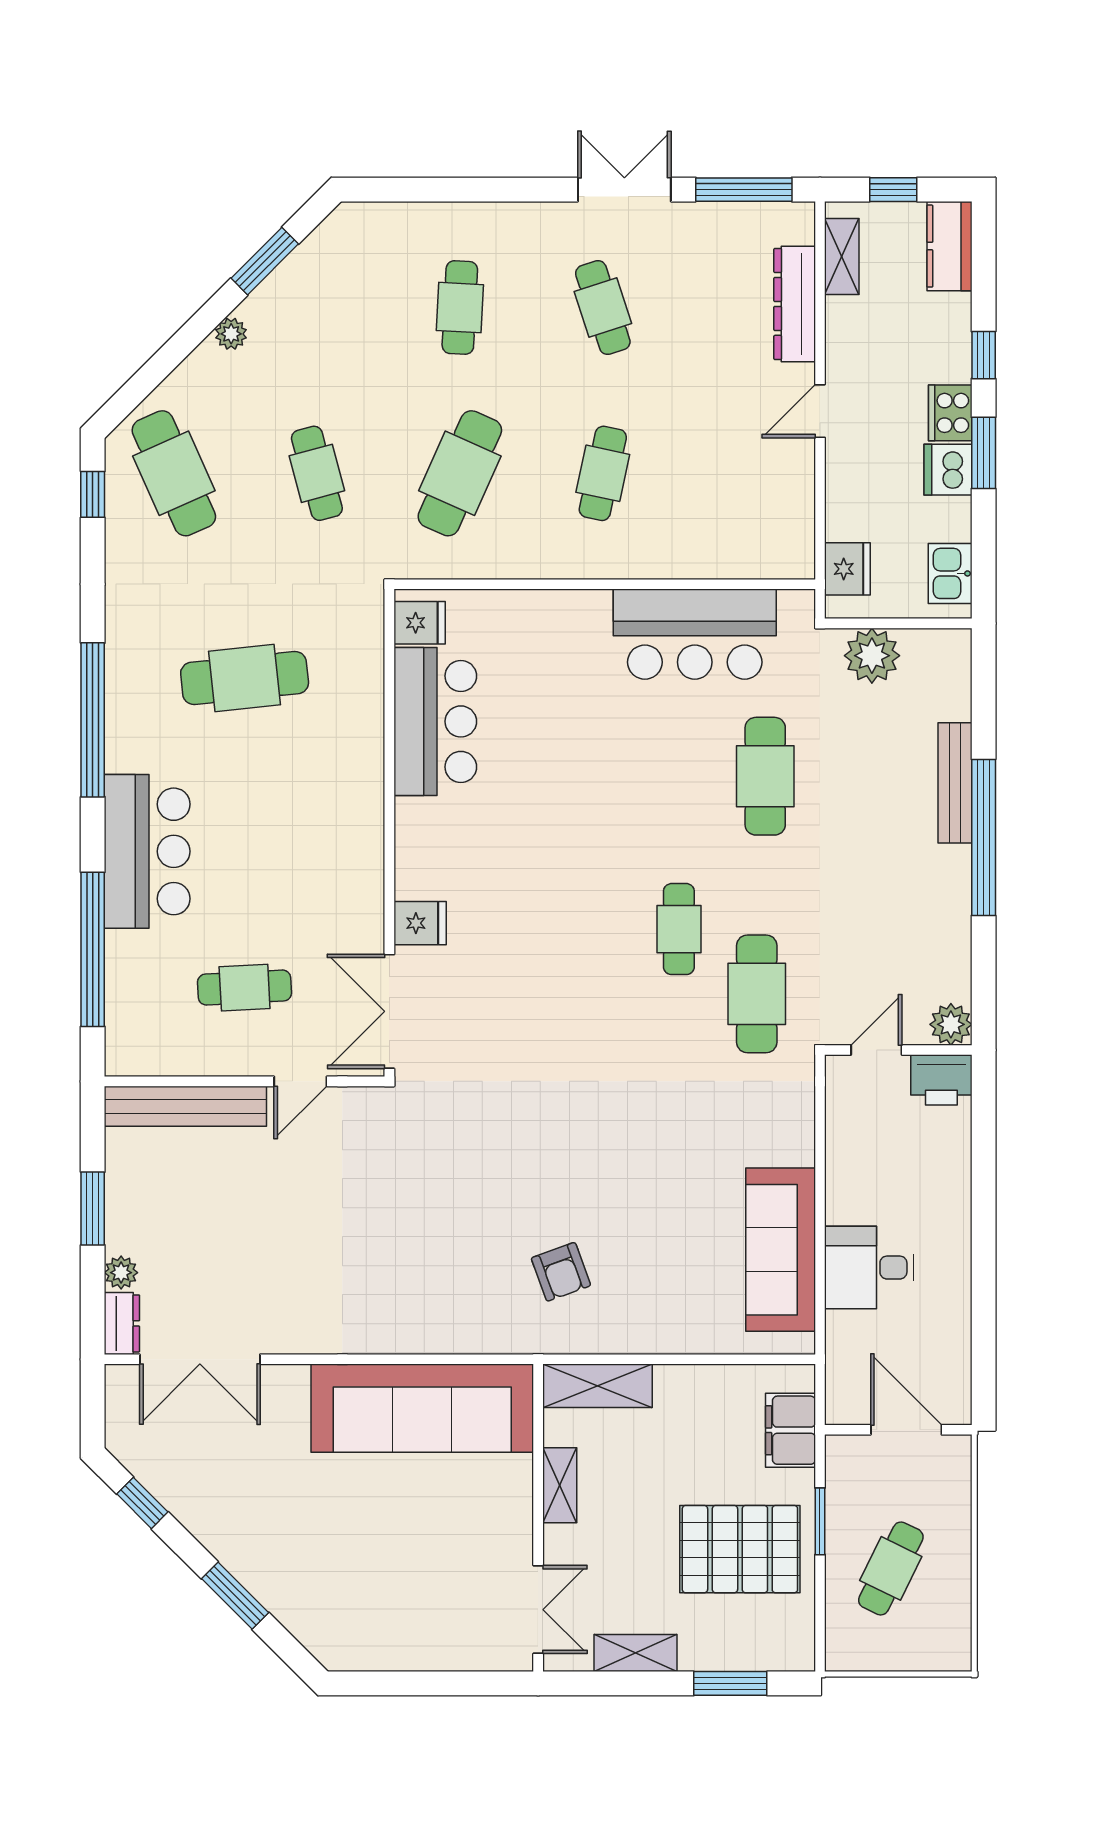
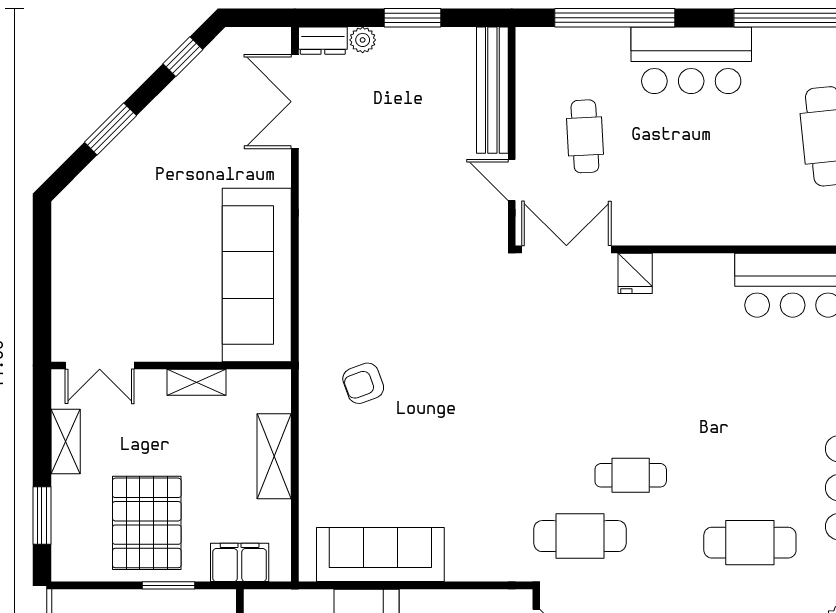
shelving: (597, 1386) -> (274, 456), moved

